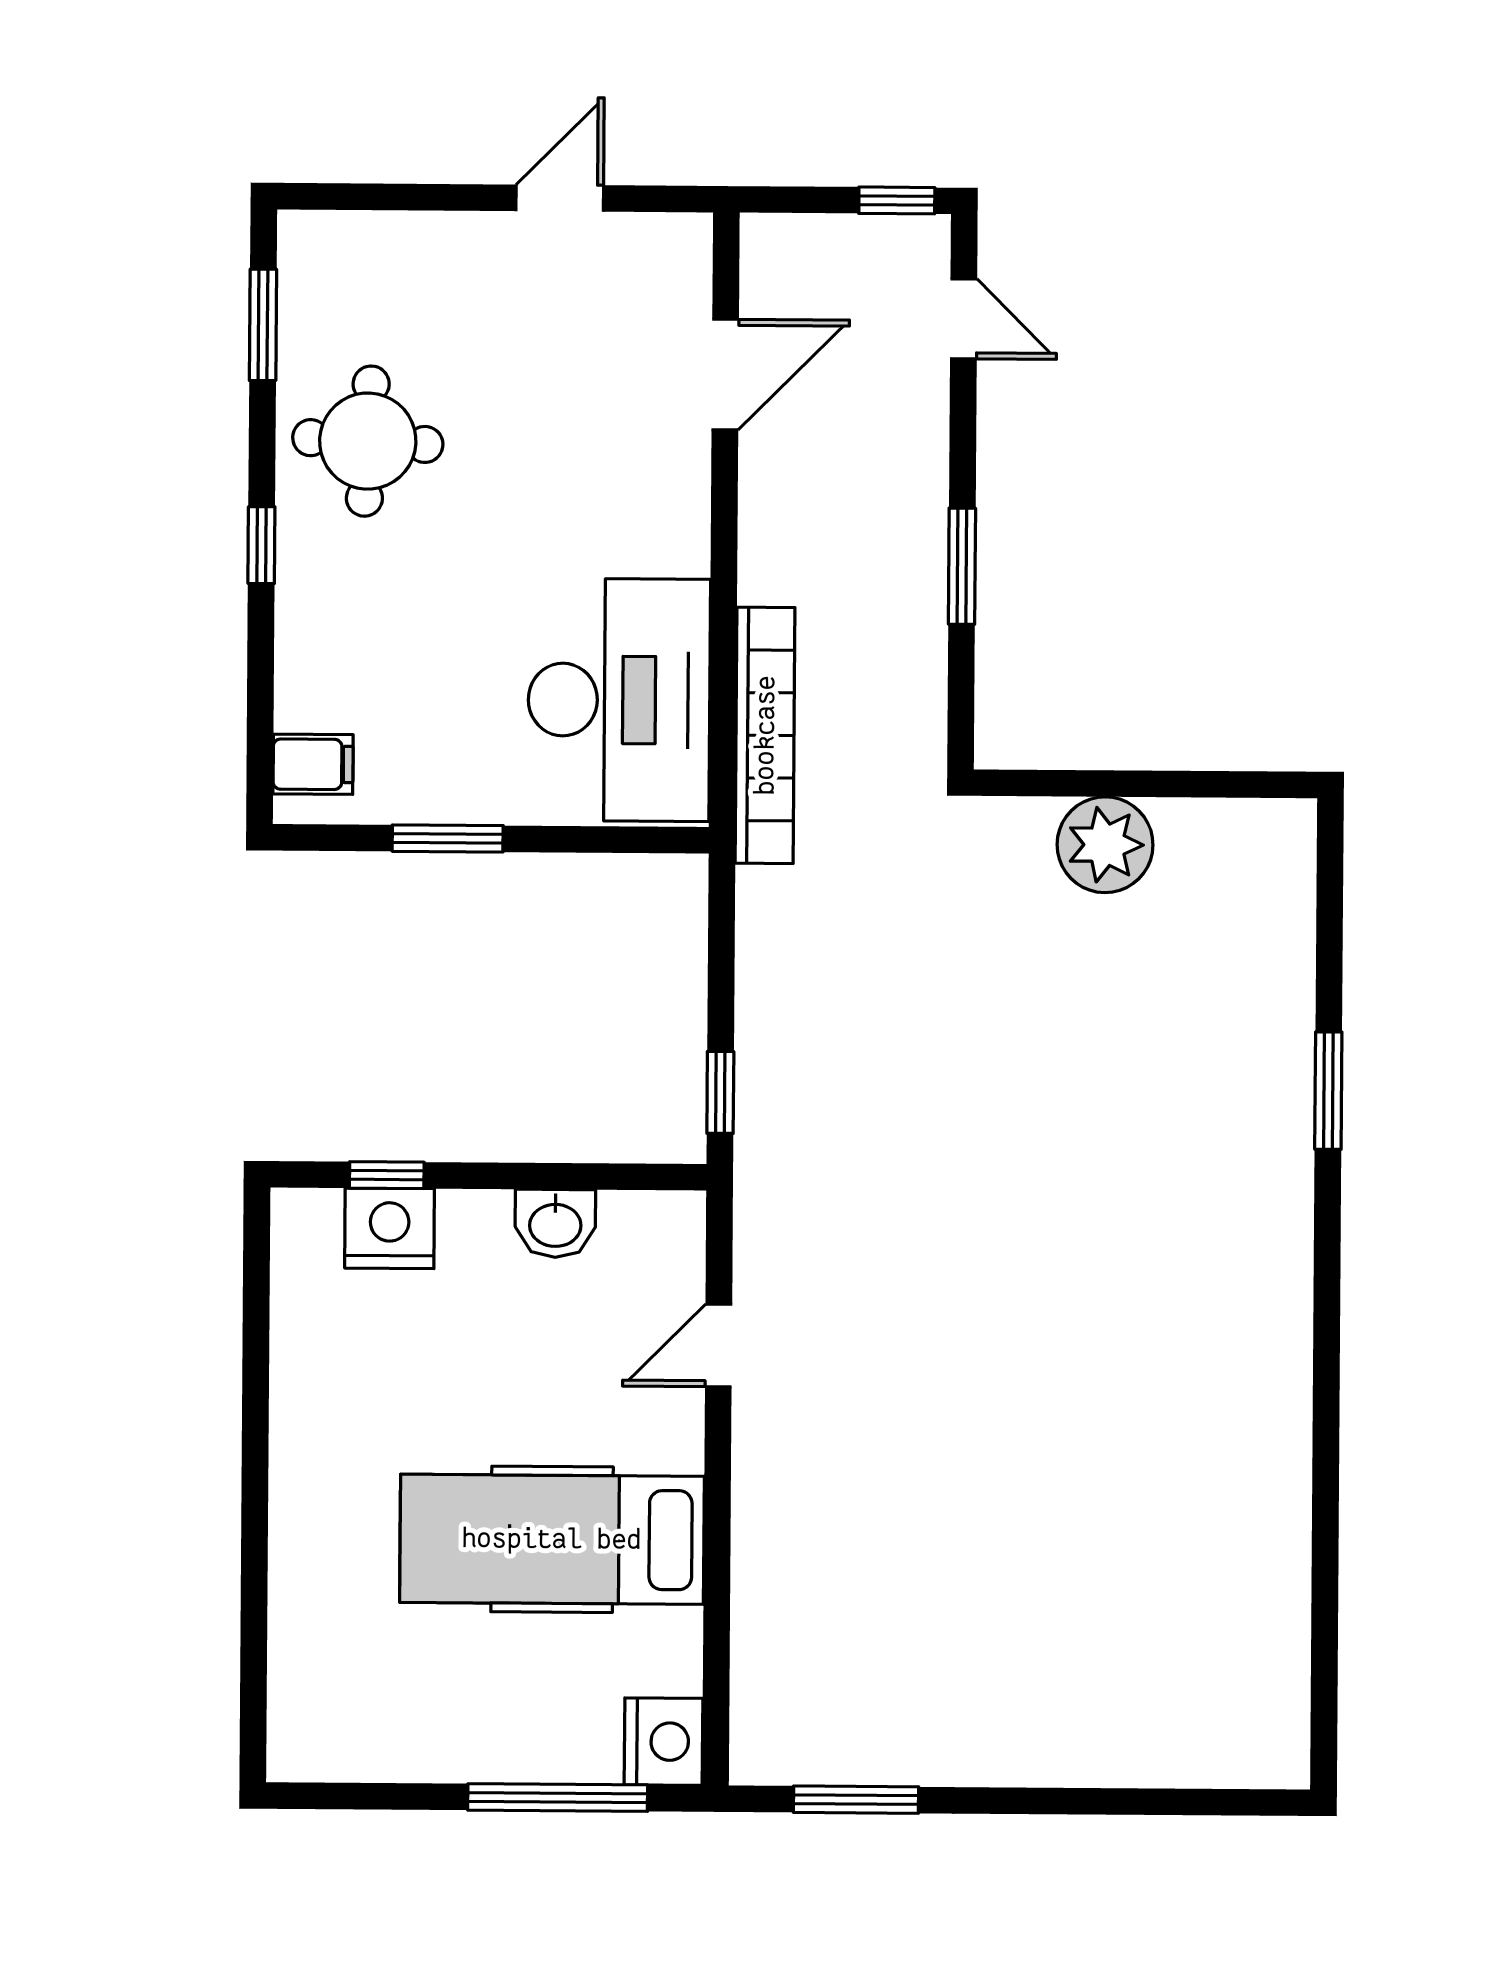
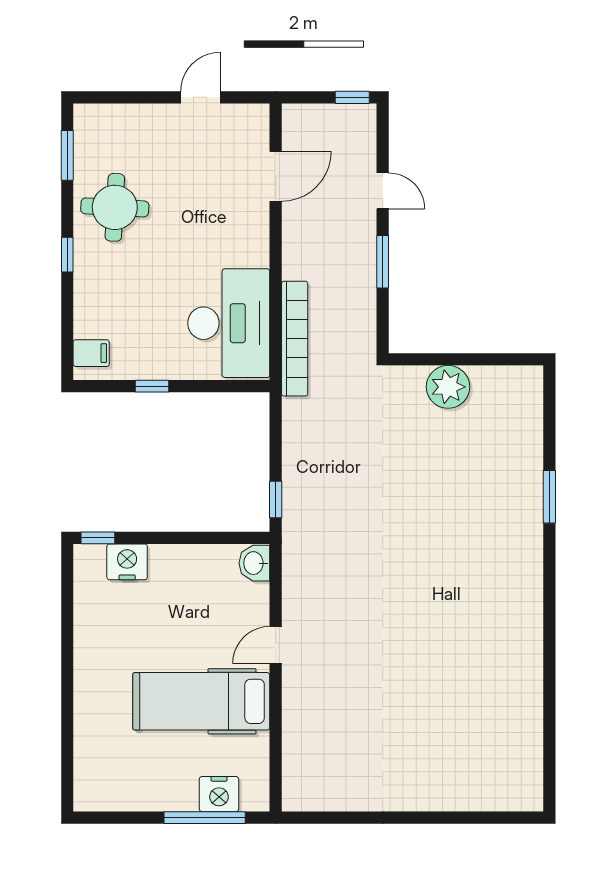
door: (964, 319) -> (383, 191), moved
window: (448, 838) -> (152, 386), width x0.67
window: (387, 1175) -> (98, 538), moved
washbasin: (555, 1223) -> (254, 563), moved, turned 90
door: (719, 1346) -> (276, 645), moved
nightstand: (663, 1742) -> (219, 794), moved, turned 90
window: (856, 1800) -> (339, 818), removed

